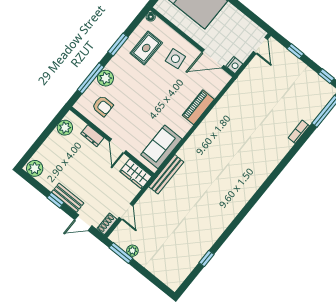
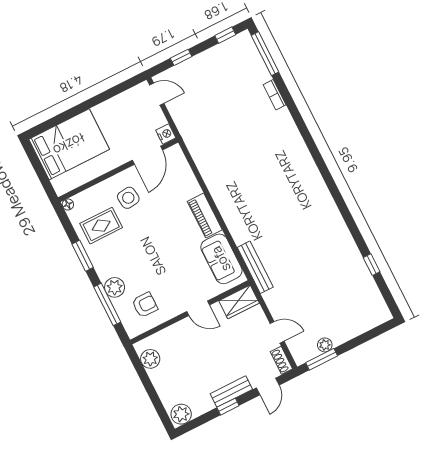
rug: (146, 48) -> (101, 226), turned 90
piano: (198, 107) -> (205, 216), moved
dresser: (92, 136) -> (173, 332), removed

